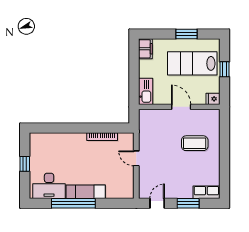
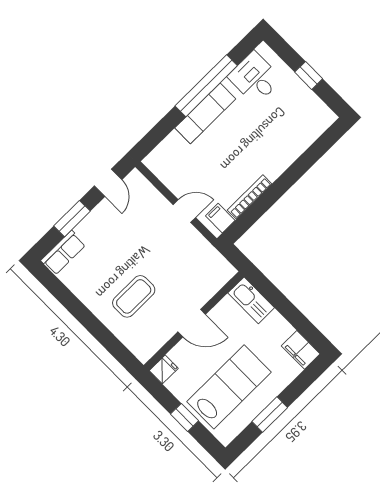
filing cabinet: (124, 140) -> (220, 218), added
desk: (49, 186) -> (255, 78), width x0.73

